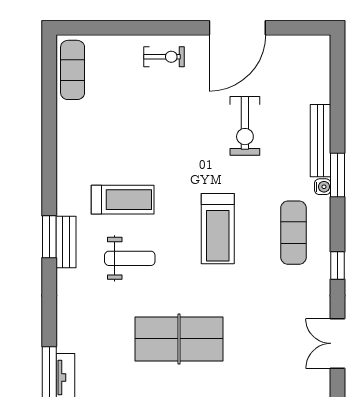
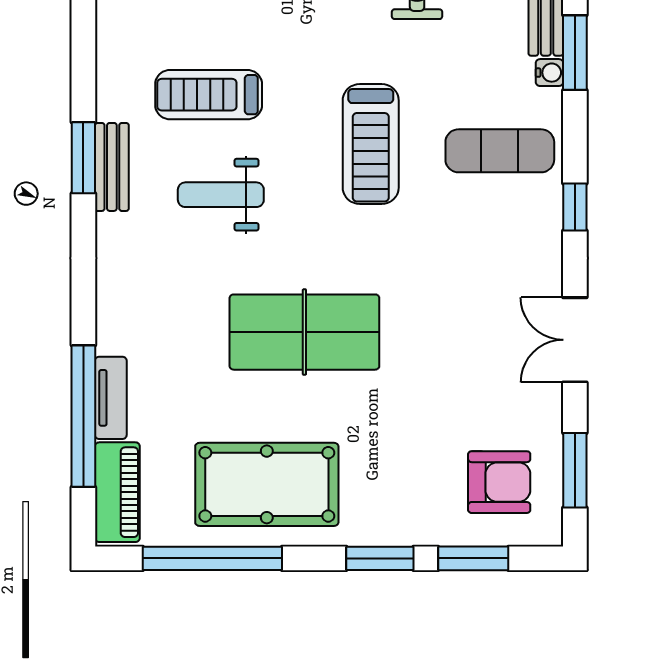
treadmill: (123, 200) -> (209, 95), turned 180
exercise mat: (294, 233) -> (500, 151), turned 90
weight bench: (130, 258) -> (221, 195), turned 180

